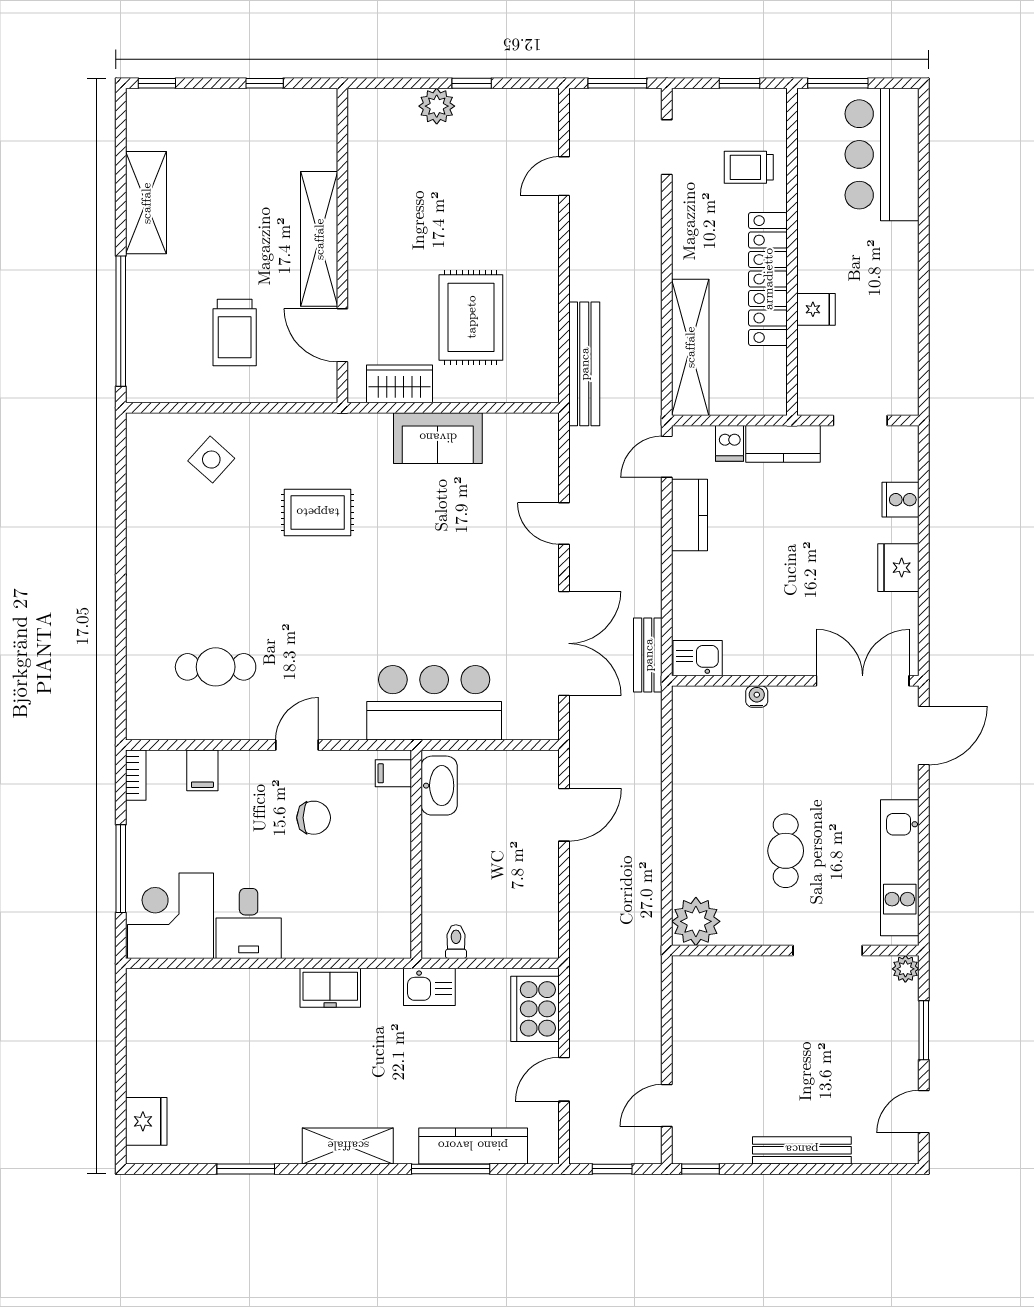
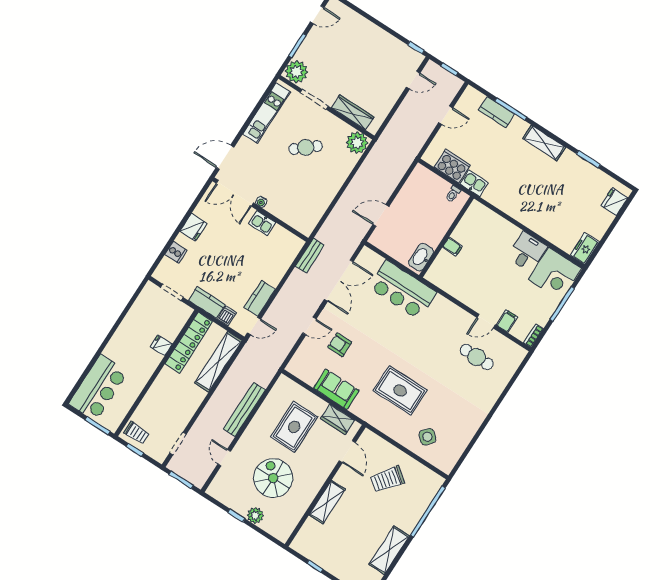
trolley: (749, 167) -> (137, 433), moved
door: (564, 176) -> (224, 458), swing flipped
spiral stairs: (448, 197) -> (273, 478), added
shelving: (319, 239) -> (327, 502), width x0.68
locker: (768, 279) -> (189, 343), moved
trolley: (235, 332) -> (387, 479), turned -143
bench: (584, 364) -> (244, 410), moved
rug: (318, 513) -> (400, 391), width x1.36, depth x1.43
door: (564, 523) -> (309, 326), hinge flipped
armchair: (485, 525) -> (340, 345), added
double door: (564, 643) -> (339, 280), swing flipped
kitchen sink: (698, 658) -> (262, 223), moved
water cooler: (757, 696) -> (261, 202), moved
door: (297, 745) -> (486, 321), moved
filing cabinet: (393, 773) -> (452, 247), moved
chair: (314, 818) -> (476, 276), removed
cafe table: (786, 851) -> (306, 147), turned 50
plant: (905, 969) -> (296, 72), width x1.88, depth x1.88
wardrobe: (740, 973) -> (353, 112), added
freezer: (330, 988) -> (585, 249), moved, turned -90
cooker: (535, 1009) -> (452, 166), moved, turned -90
kitchen counter: (473, 1146) -> (497, 112), width x0.67
bench: (802, 1150) -> (373, 30), removed

